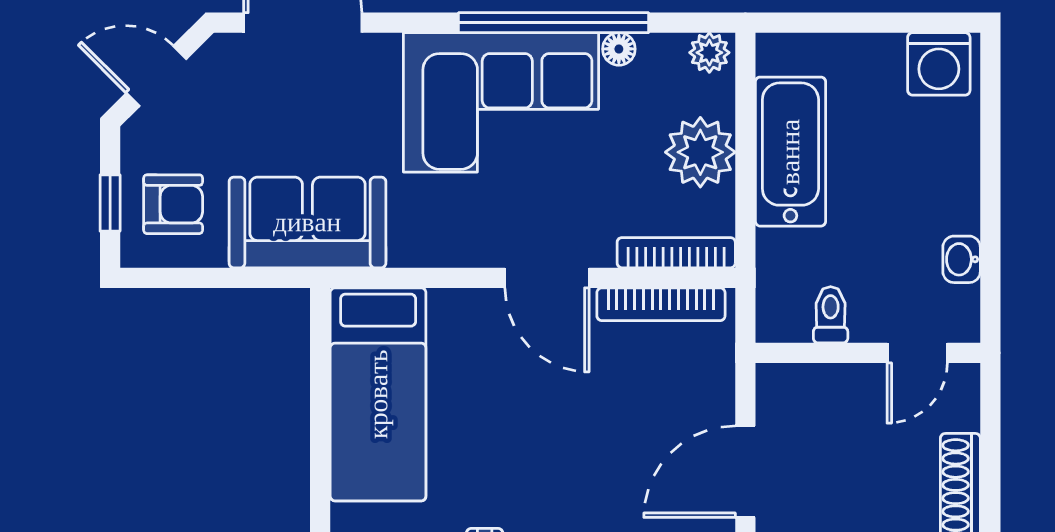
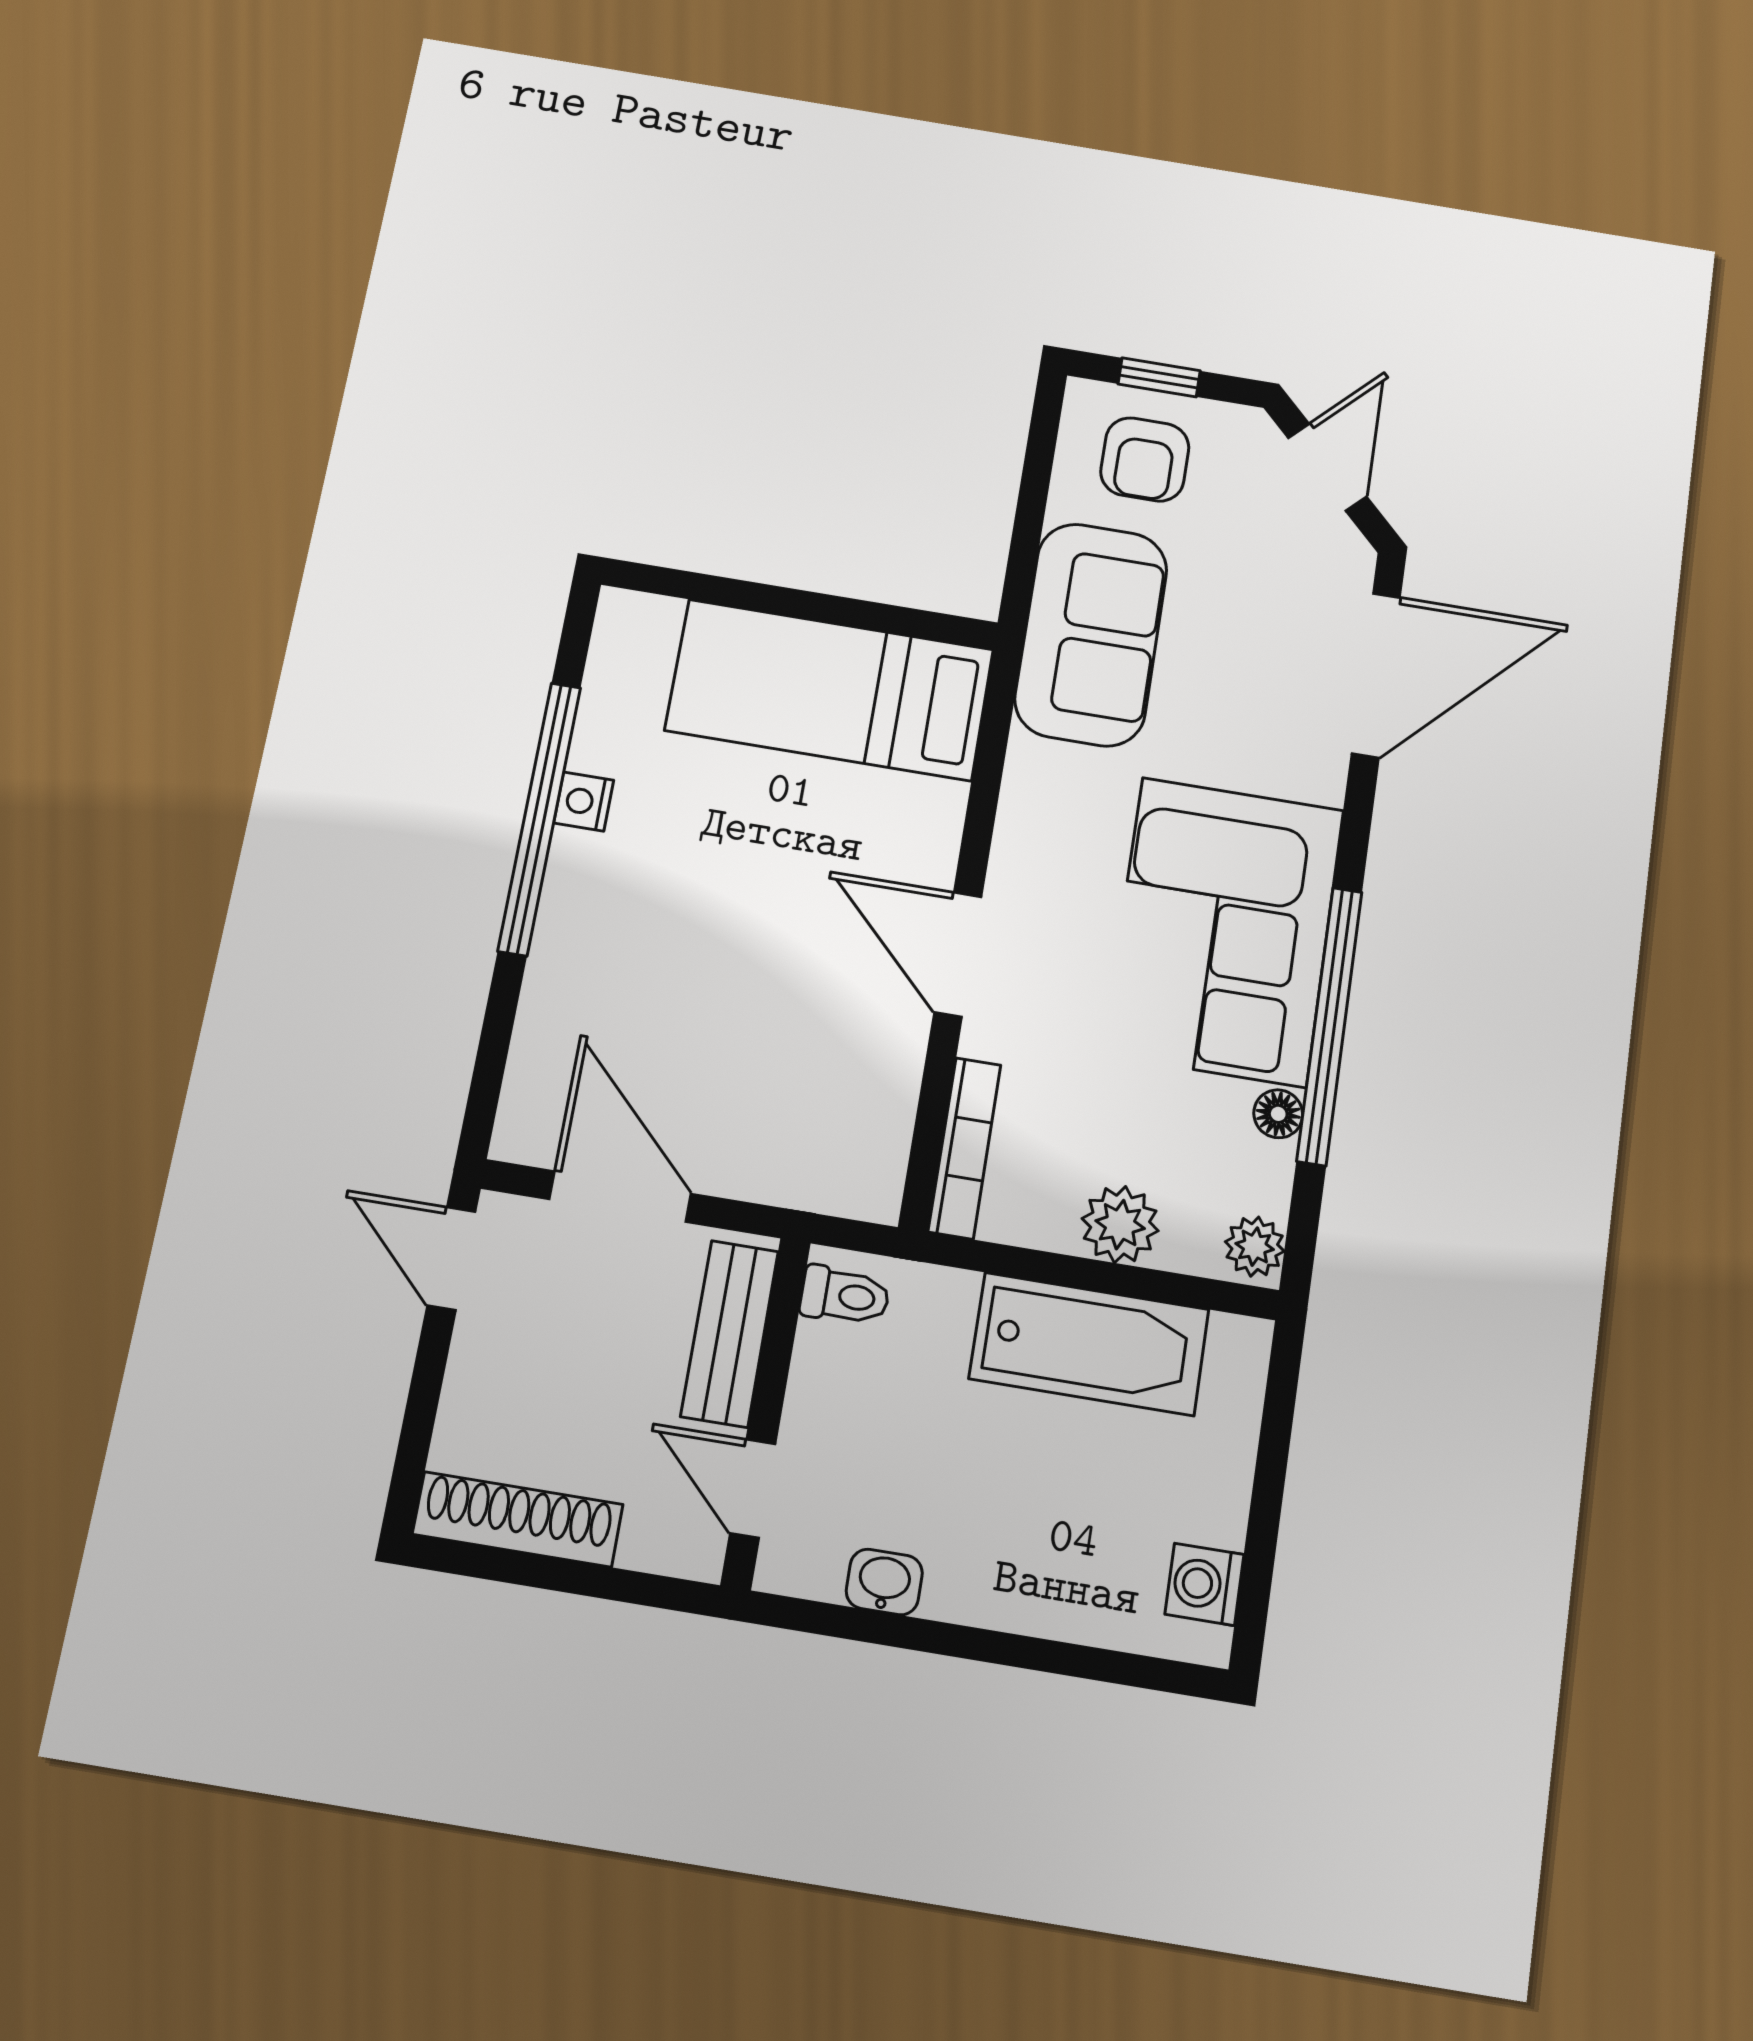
washing machine: (939, 64) -> (1204, 1584), width x0.73, depth x0.73
plant: (700, 152) -> (1120, 1225), width x0.73, depth x0.73
door: (547, 278) -> (958, 954), hinge flipped
bookcase: (661, 304) -> (892, 1113), removed
toilet: (831, 315) -> (845, 1296), moved
bench: (822, 385) -> (730, 1334), added

